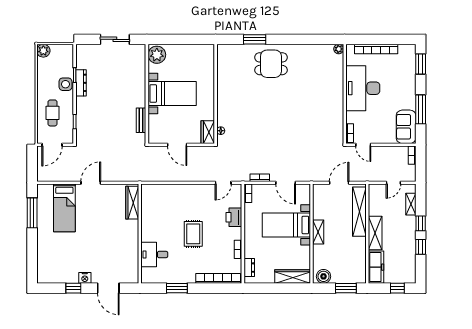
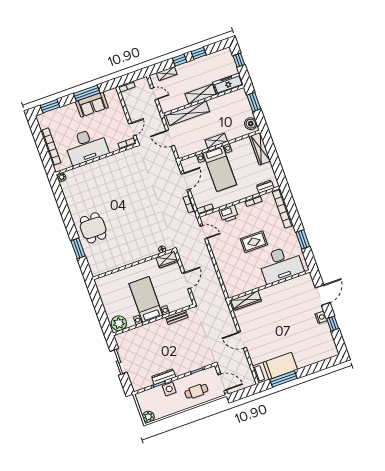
sofa: (406, 127) -> (92, 105), moved
bed: (64, 208) -> (275, 368), moved
desk: (154, 255) -> (281, 264), width x1.87, depth x1.30

